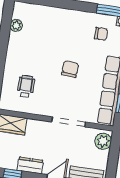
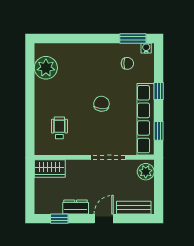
plant: (16, 25) -> (46, 68), width x1.87, depth x1.87

